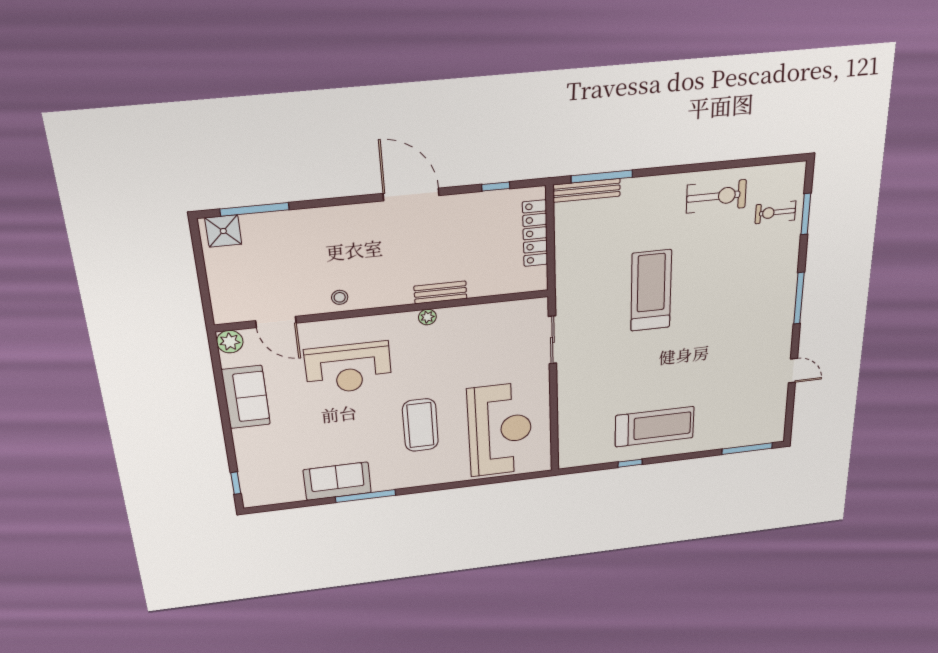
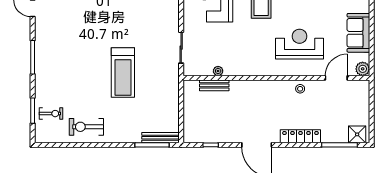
locker: (535, 233) -> (300, 136), moved, turned -90
bench: (440, 292) -> (214, 85), moved
plant: (427, 317) -> (218, 71), moved
door: (276, 322) -> (336, 78), hinge flipped

